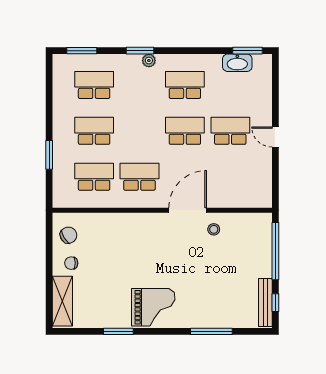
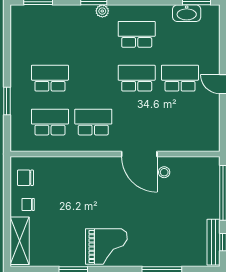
school desk: (94, 85) -> (50, 34), removed
door: (188, 210) -> (139, 154), swing flipped
chair: (68, 235) -> (25, 178), turned -148

